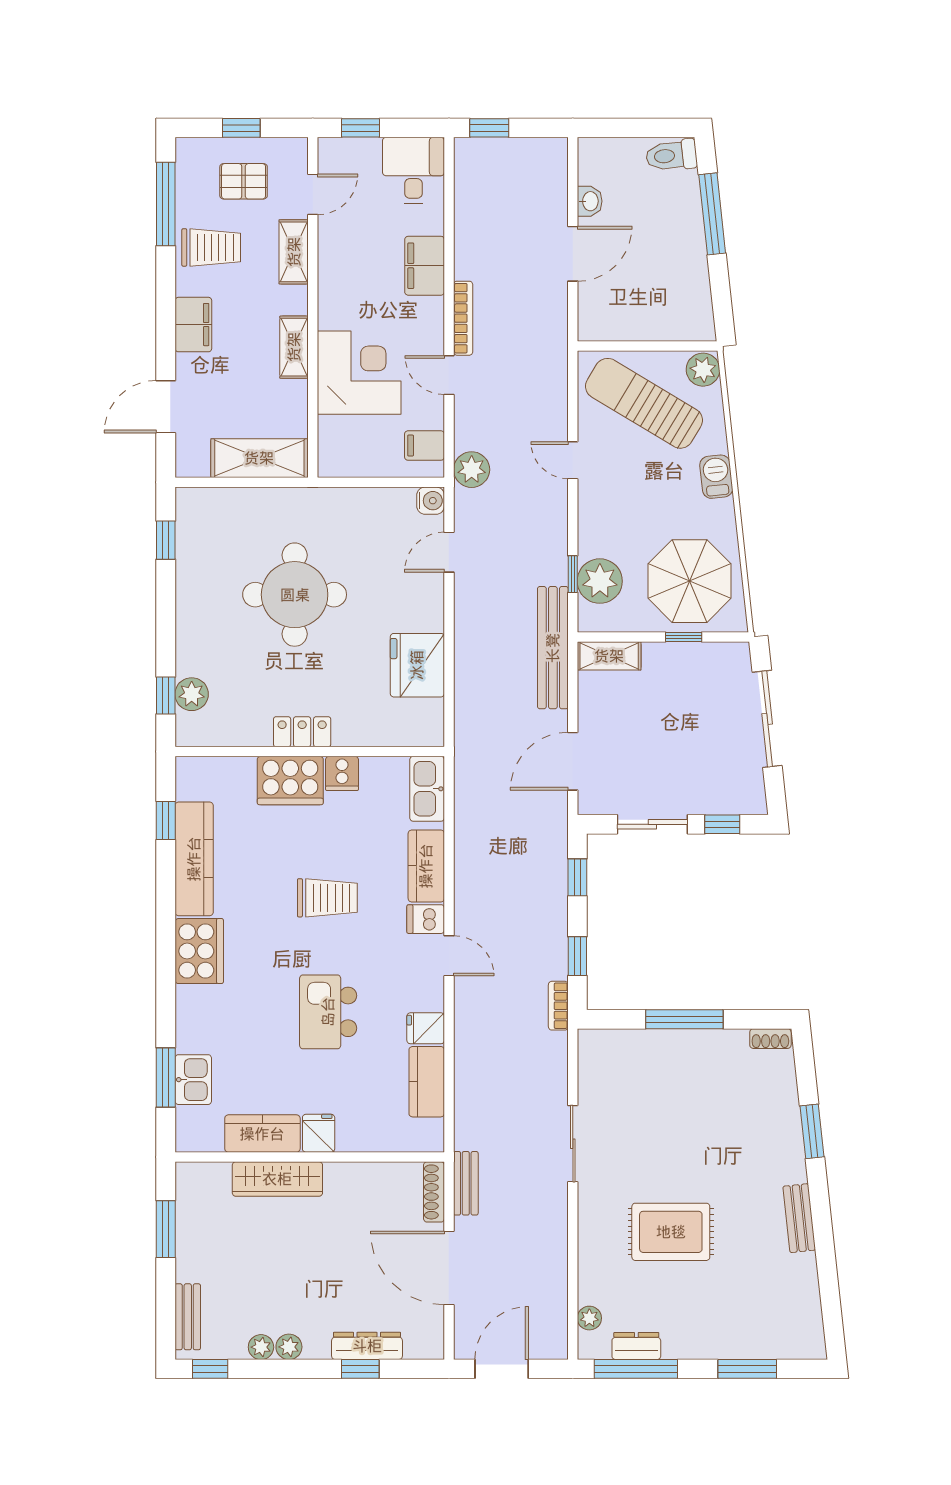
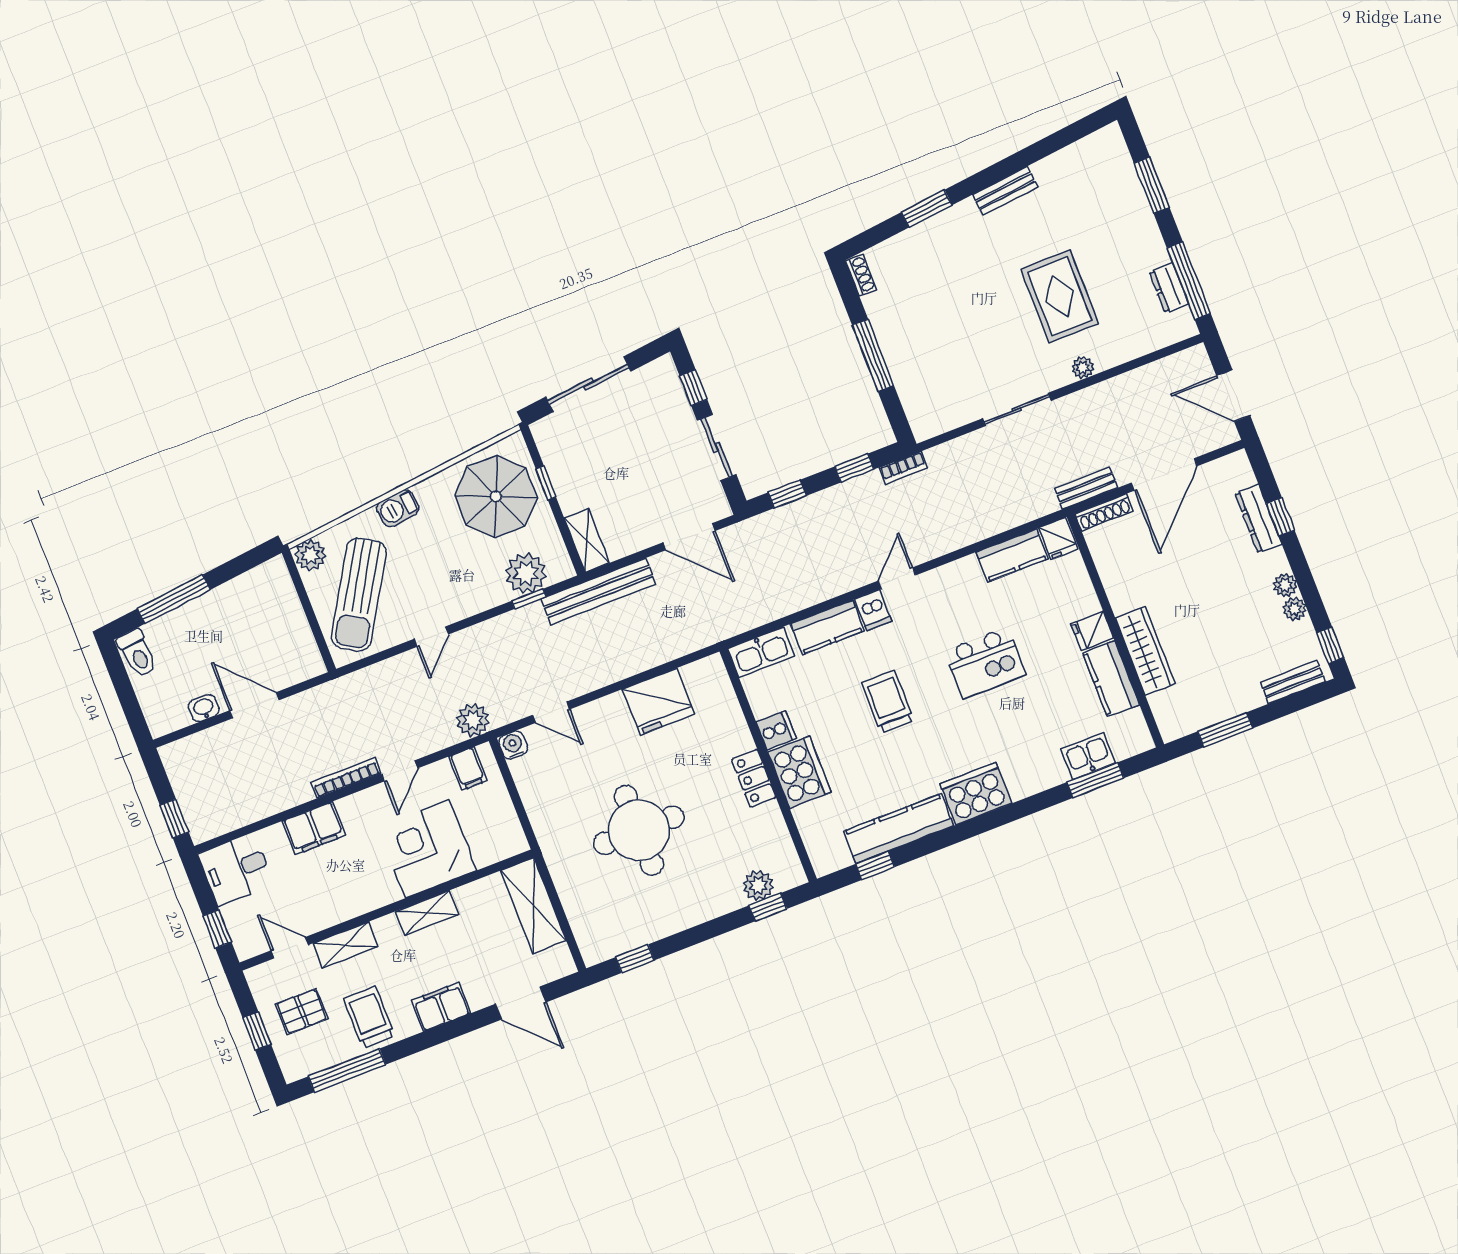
pallet: (244, 181) -> (302, 1011), turned 90
fridge: (426, 1028) -> (1058, 538), moved
plant: (589, 1318) -> (1083, 368), moved

